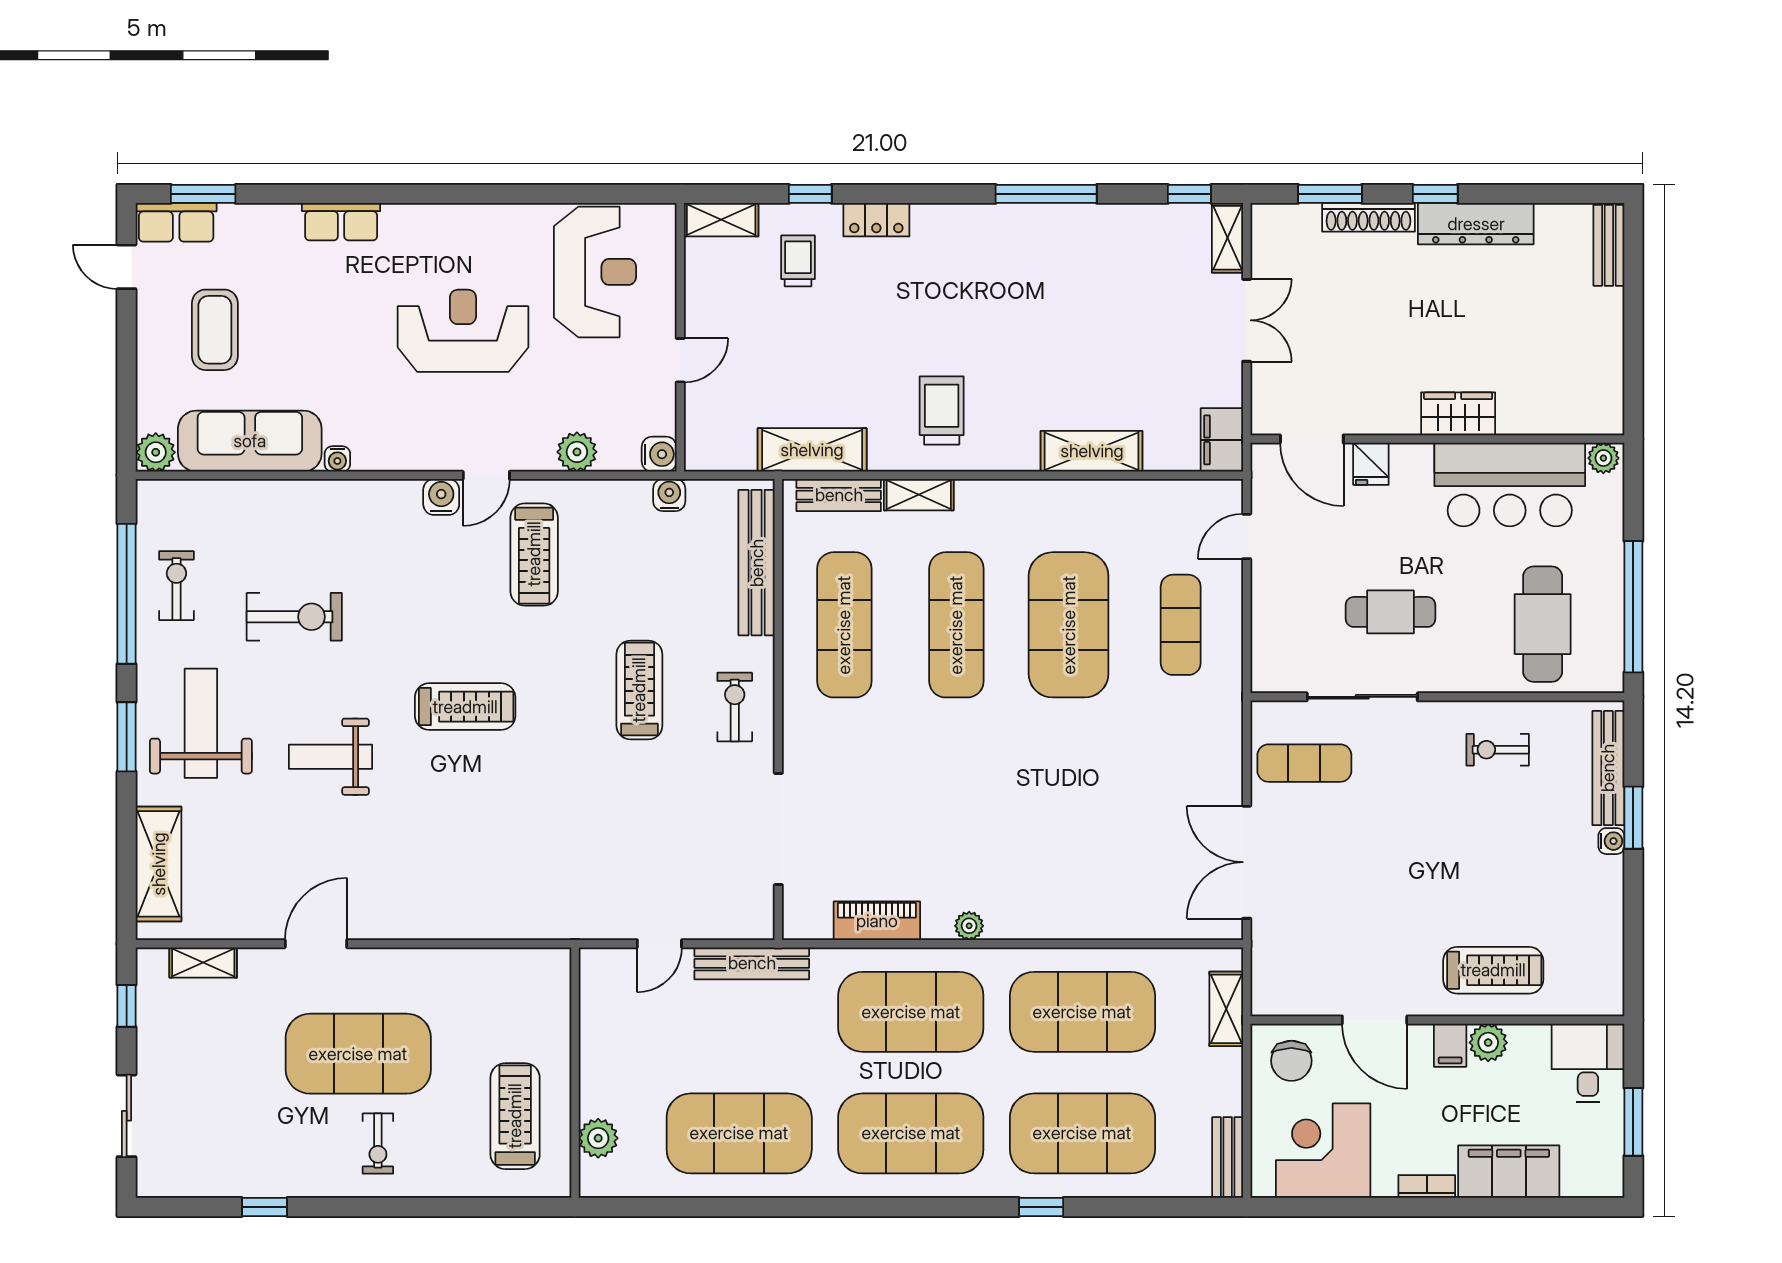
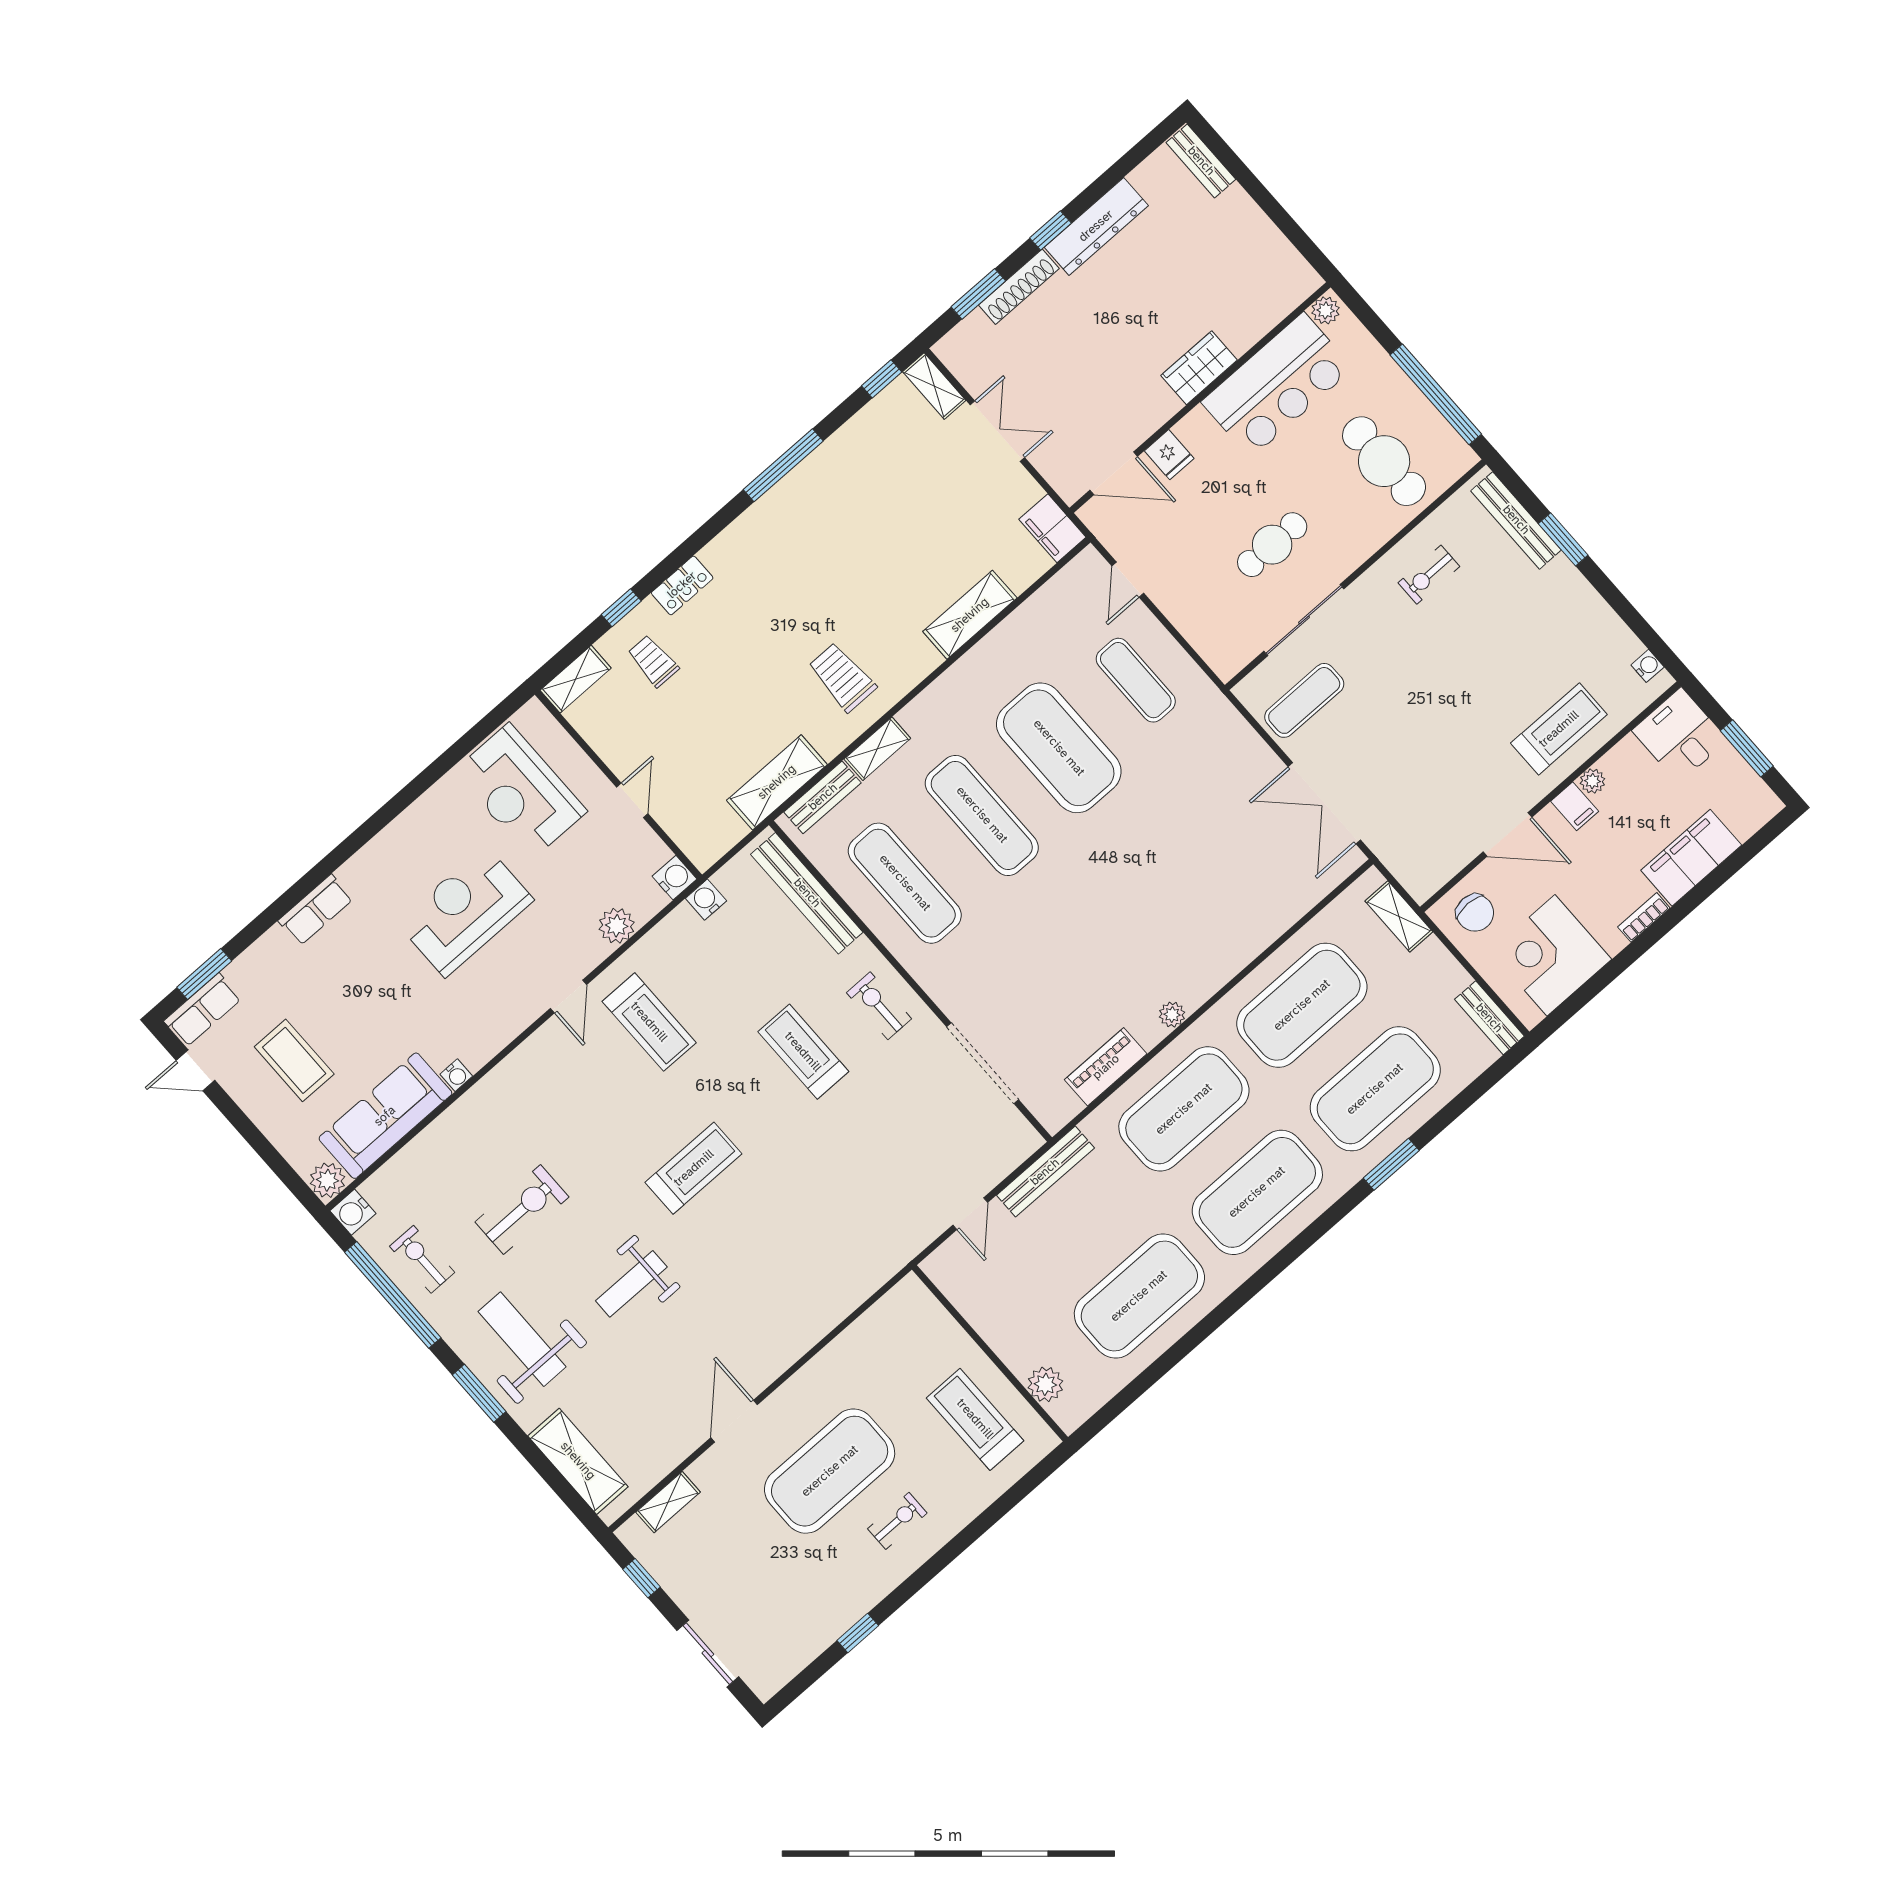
reception desk: (595, 272) -> (520, 791), turned 180
water cooler: (441, 497) -> (353, 1212), moved, turned -90
water cooler: (1611, 841) -> (1648, 666), moved
plant: (1488, 1043) -> (1592, 781), width x0.73, depth x0.73
exercise bike: (378, 1143) -> (897, 1521), turned -90
window: (1041, 1207) -> (1391, 1164), width x1.50

